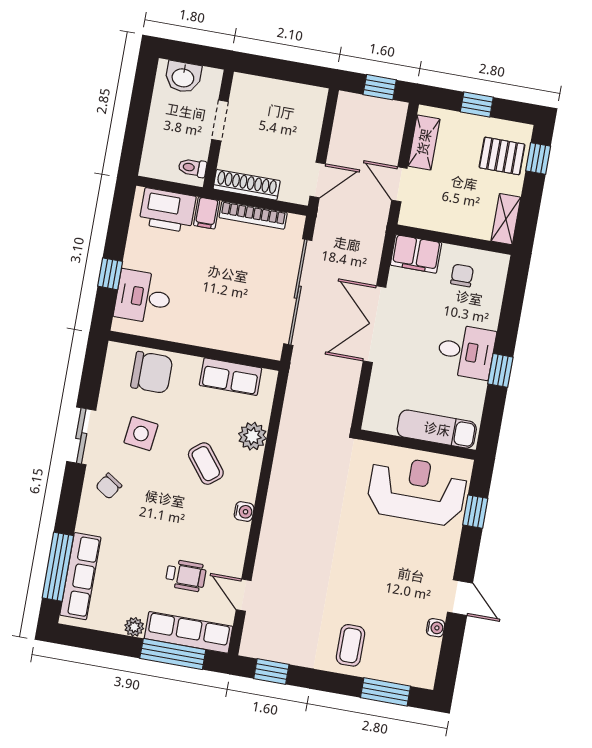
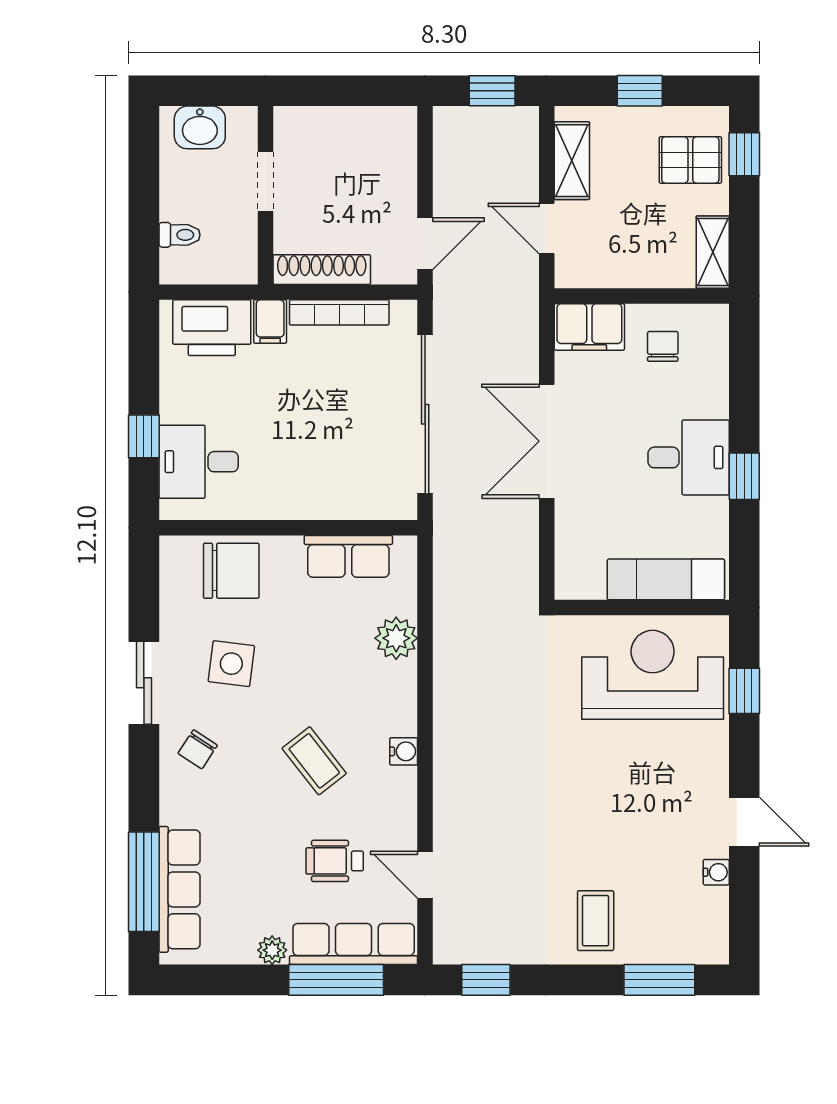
toilet: (192, 168) -> (180, 235), moved, turned 180
coffee table: (206, 464) -> (314, 761), moved
wheelchair: (186, 575) -> (335, 861), turned 180

